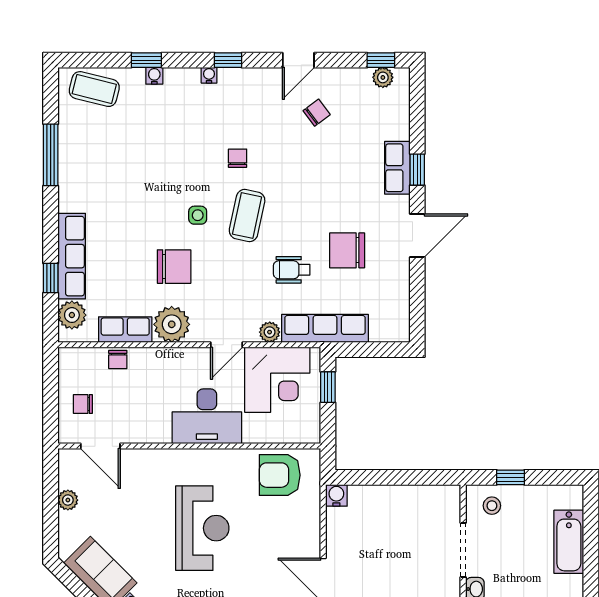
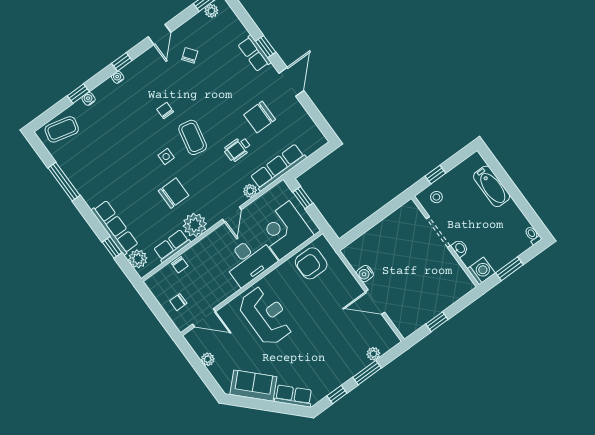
corner desk: (277, 380) -> (284, 231), moved, turned 180
water cooler: (336, 495) -> (365, 274), moved, turned -90
reception desk: (202, 528) -> (266, 316), moved

